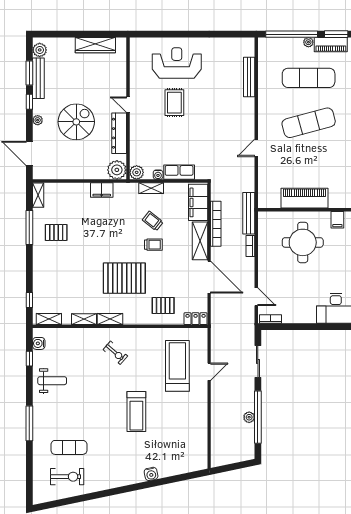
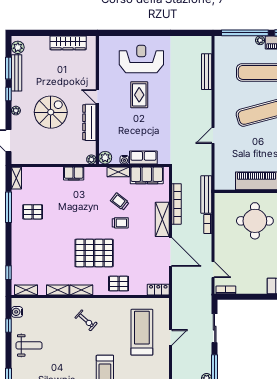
plant: (117, 170) -> (91, 159), width x0.53, depth x0.53
filing cabinet: (198, 202) -> (147, 175), moved, turned -90
pallet: (163, 306) -> (119, 284), moved

